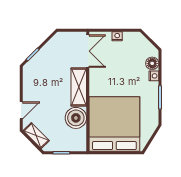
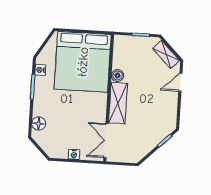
nightstand: (154, 76) -> (40, 70), moved
boiler: (76, 118) -> (117, 75), width x0.54, depth x0.54

